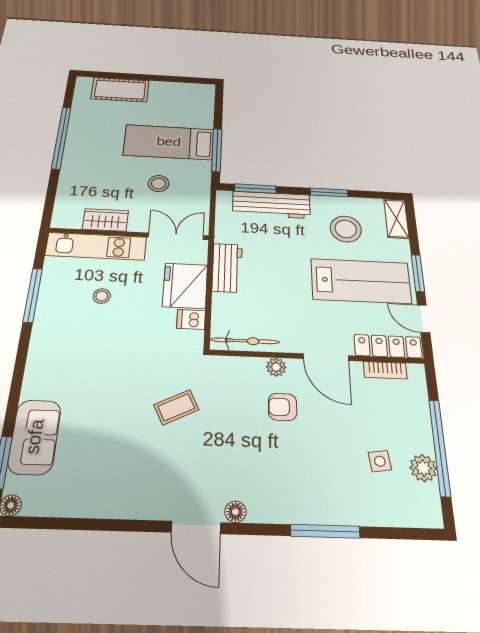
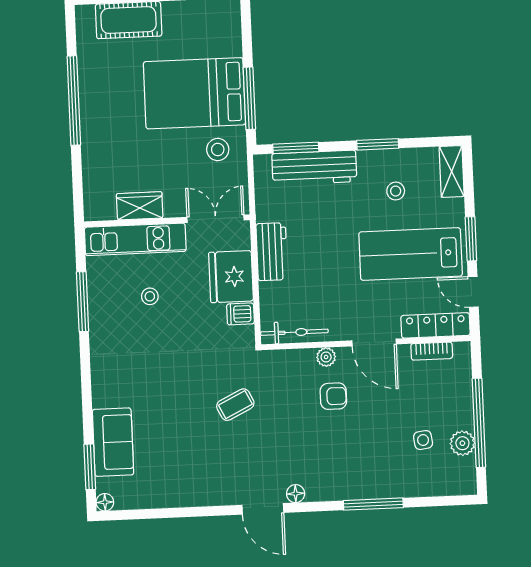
bed: (169, 142) -> (194, 93), width x1.50
stool: (159, 184) -> (218, 150), moved
stool: (346, 229) -> (396, 191), width x0.53, depth x0.53
lab bench: (361, 281) -> (411, 254), turned 180
armchair: (283, 407) -> (333, 396), turned 180

